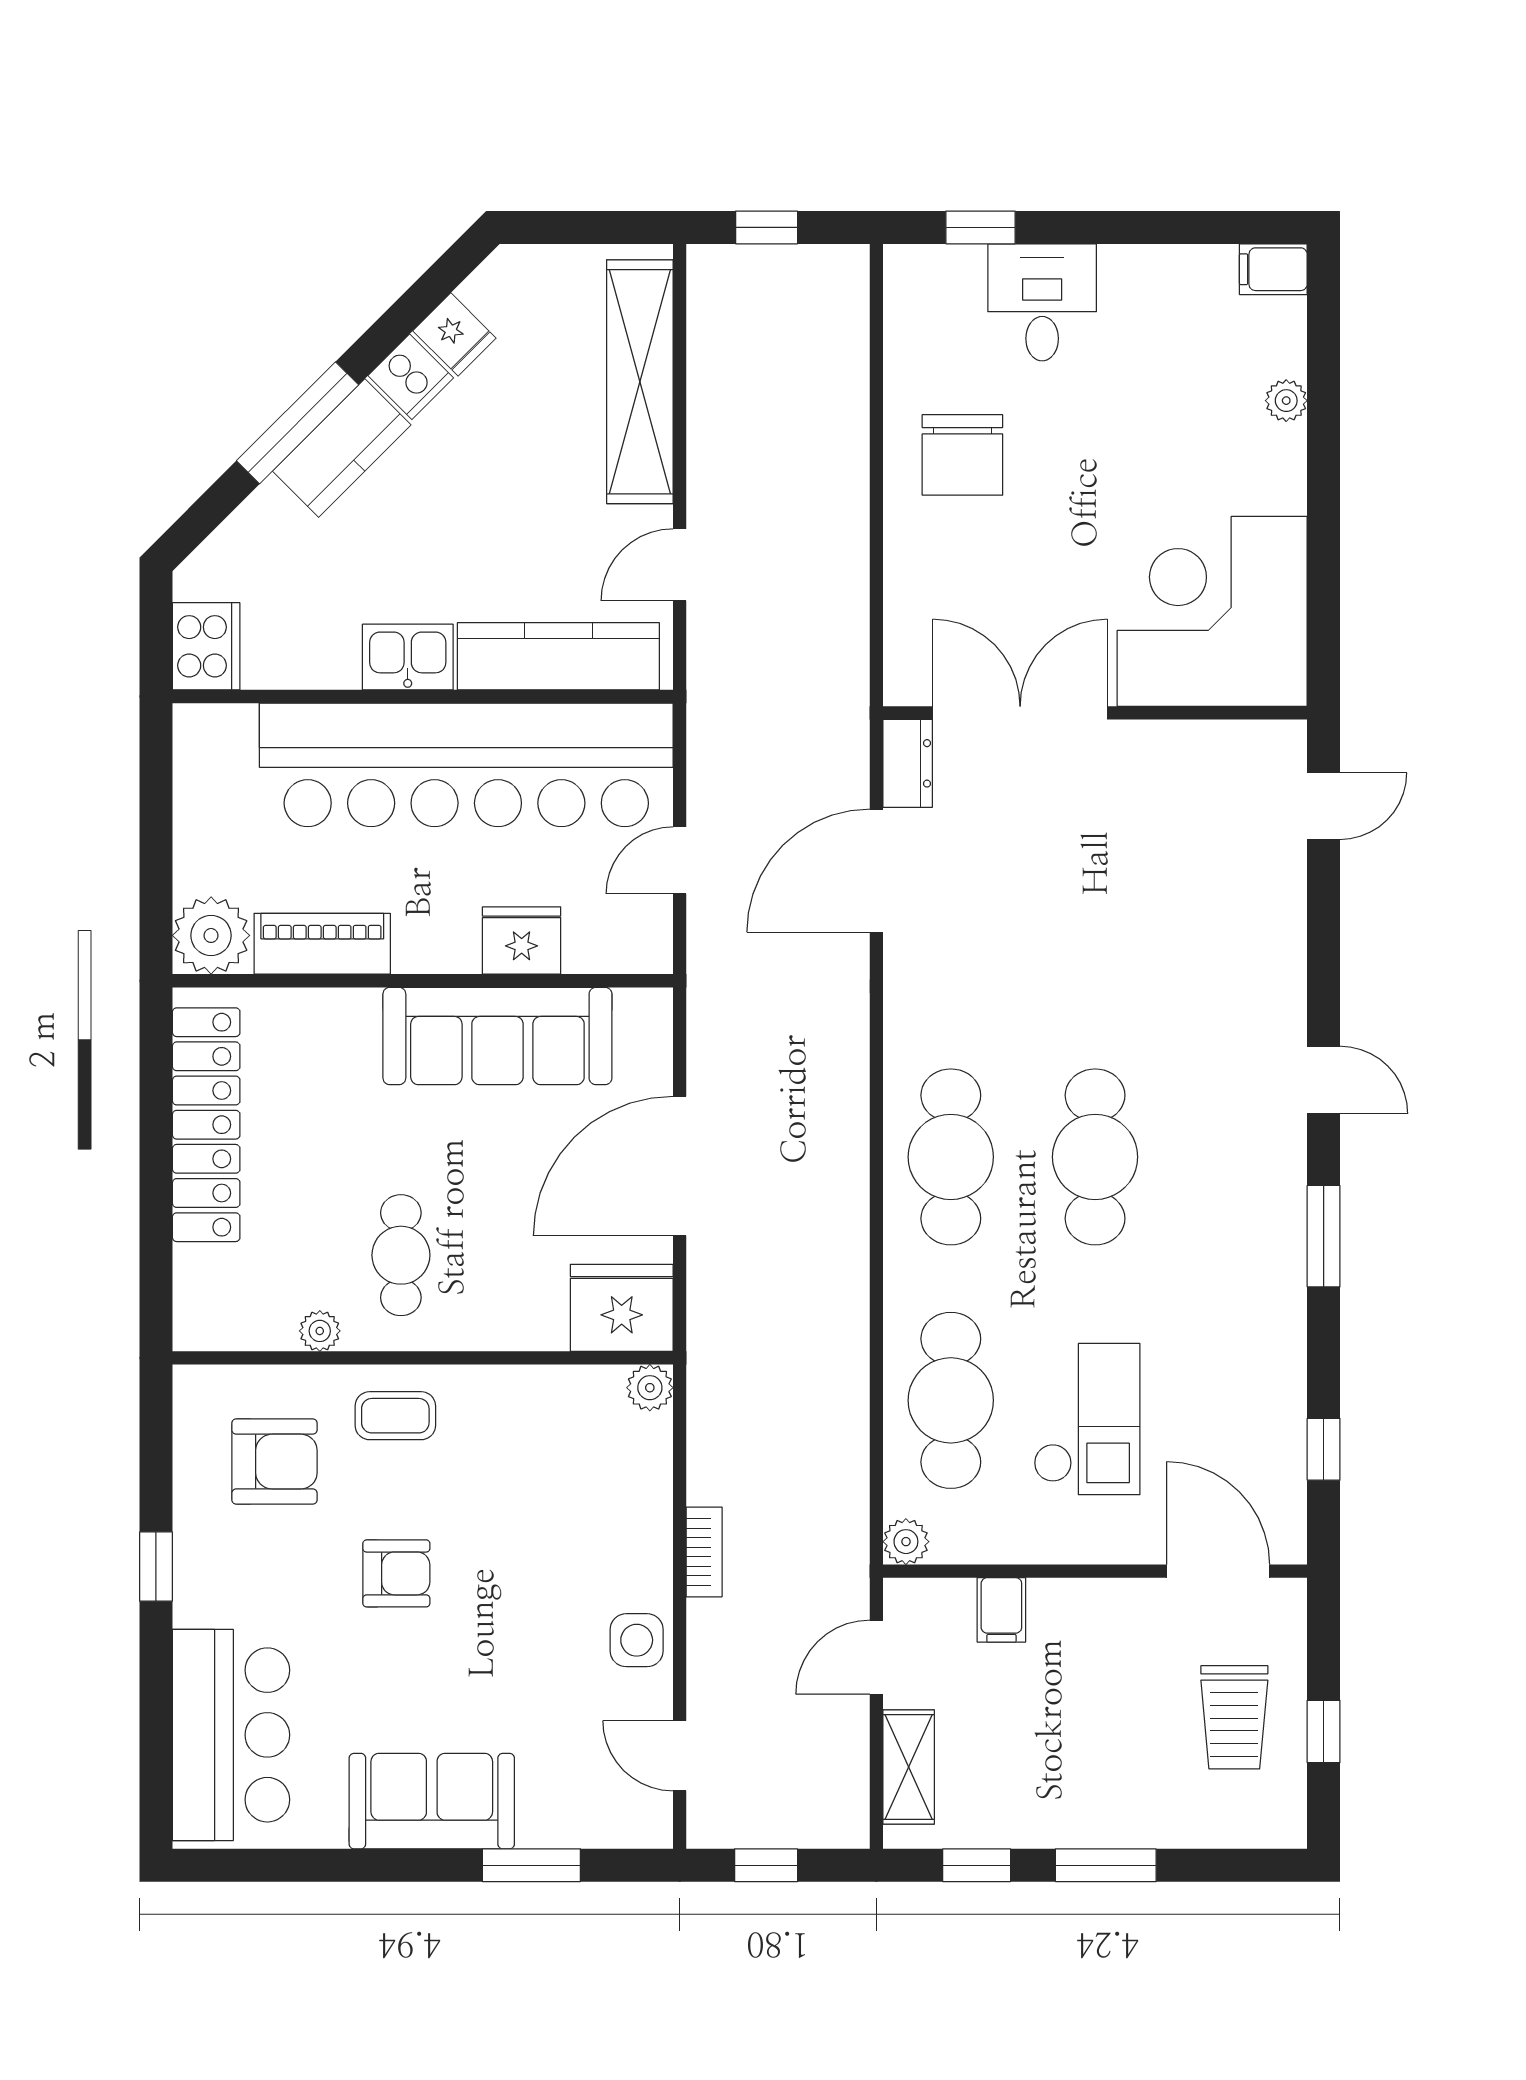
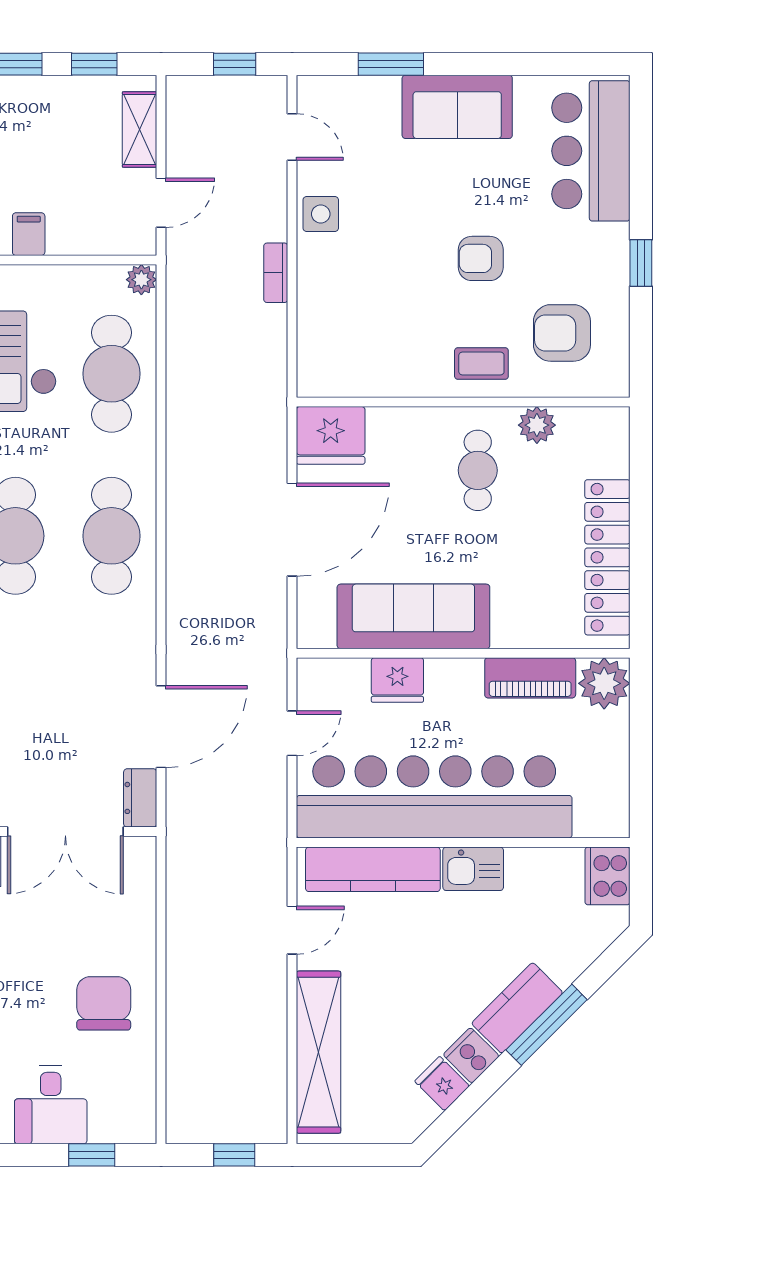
plant: (320, 1331) -> (537, 425), width x1.38, depth x1.38
plant: (650, 1388) -> (312, 382), removed
filing cabinet: (1001, 1610) -> (29, 234), moved

